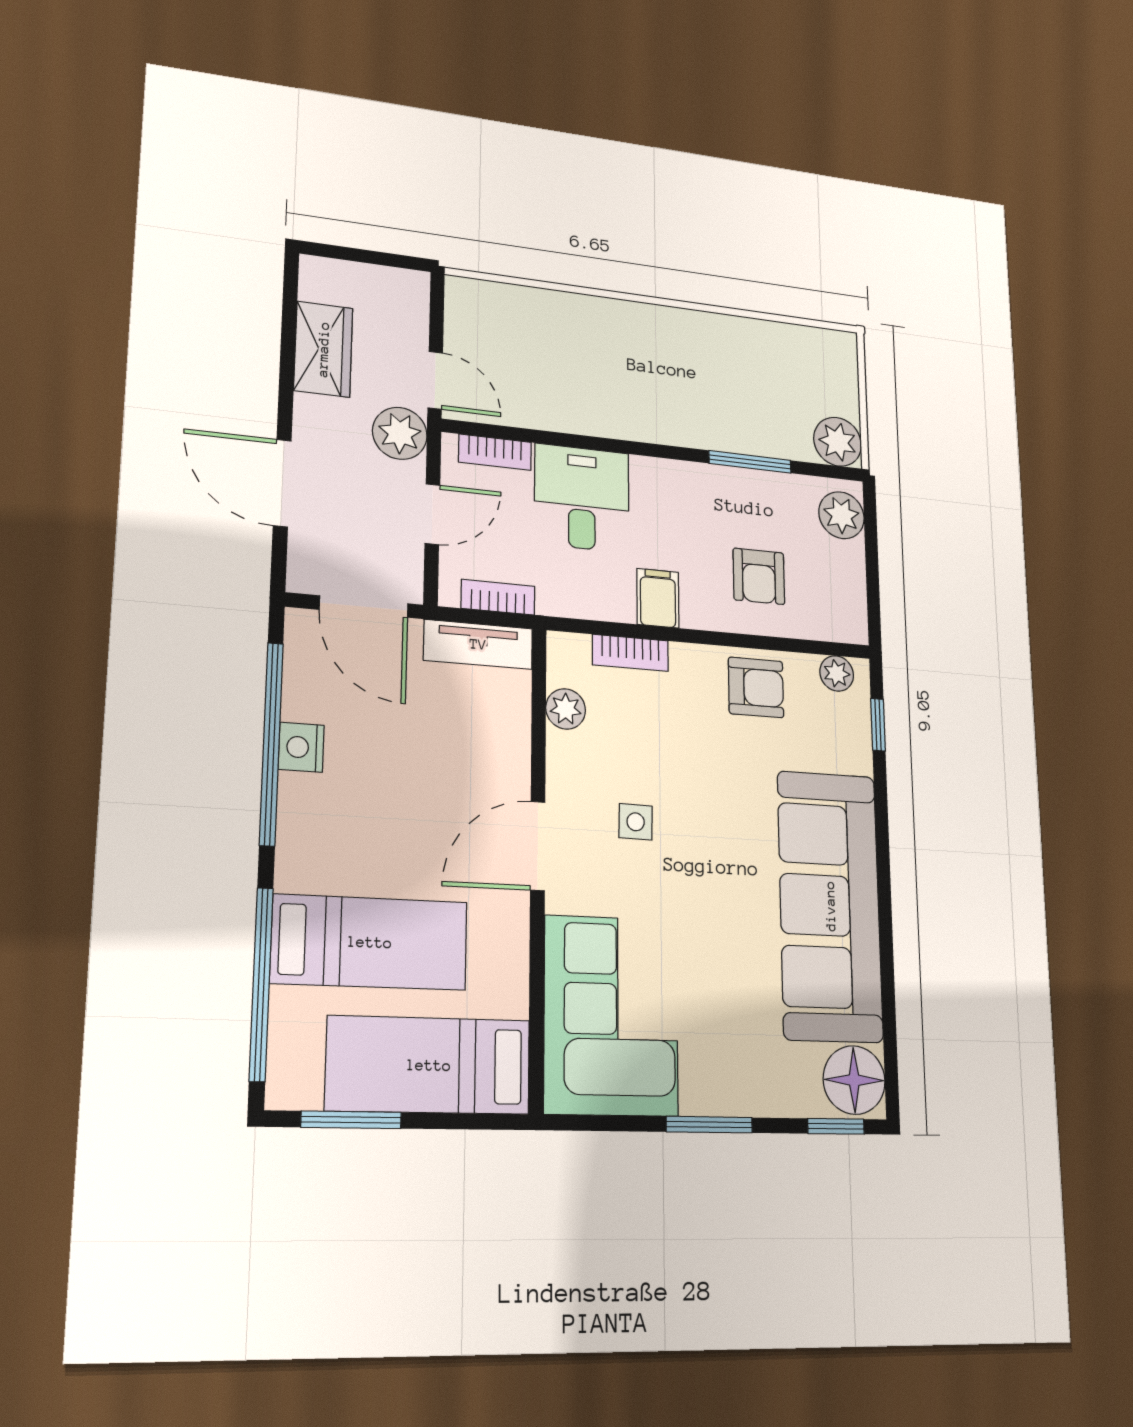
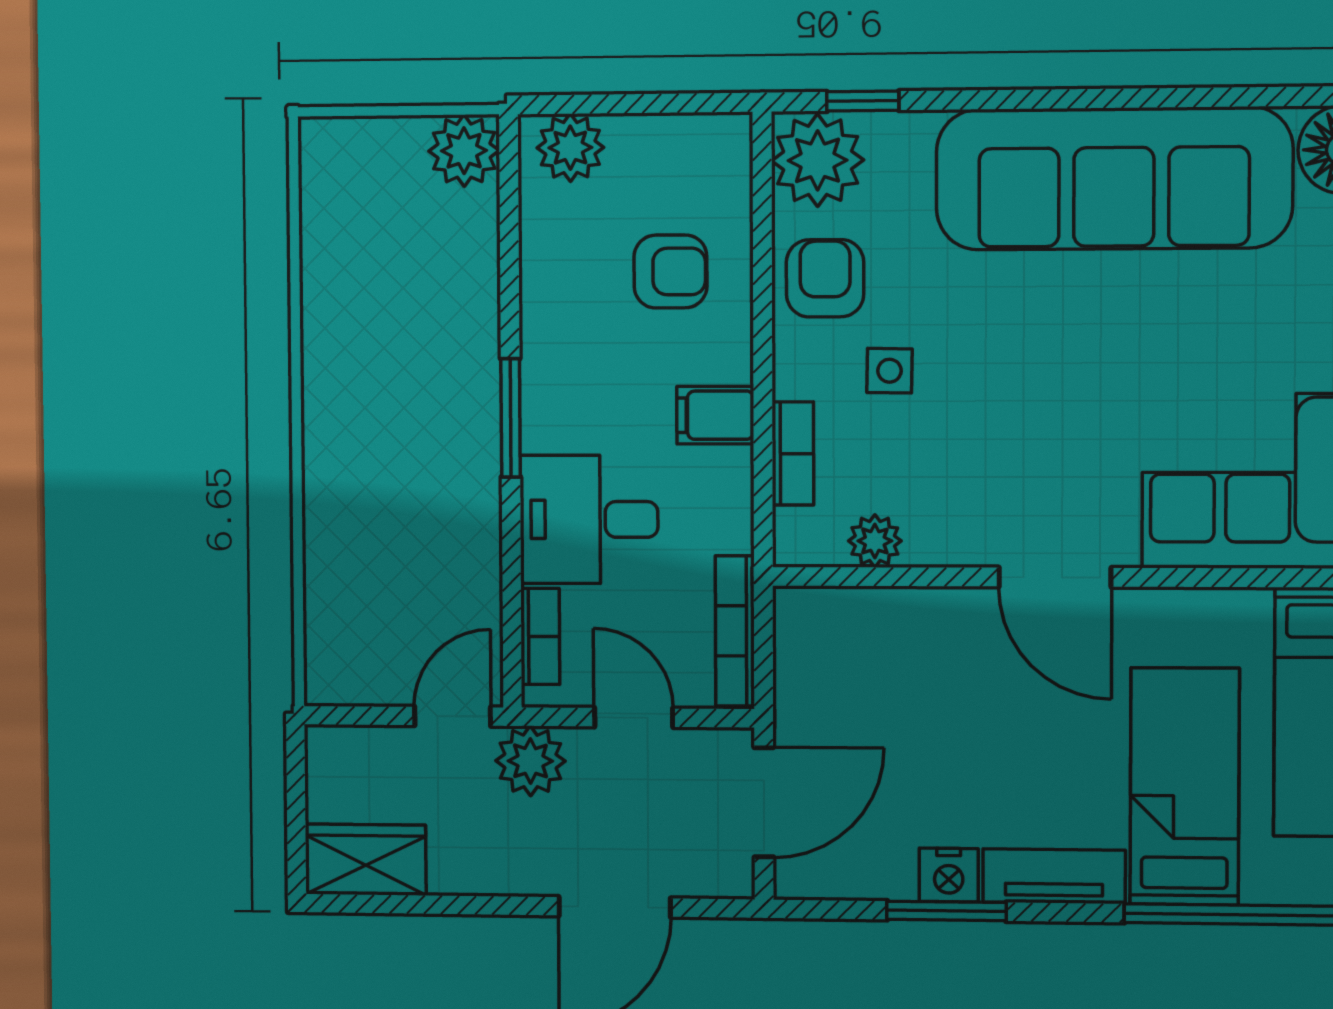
wardrobe: (323, 349) -> (366, 860), moved
window: (750, 462) -> (510, 418), moved
bookcase: (498, 597) -> (735, 631), width x1.56
tv unit: (478, 644) -> (1054, 876), moved, turned -90
plant: (837, 673) -> (818, 160), width x1.88, depth x1.88
window: (271, 743) -> (946, 911), width x0.47
side table: (636, 822) -> (890, 371), moved

